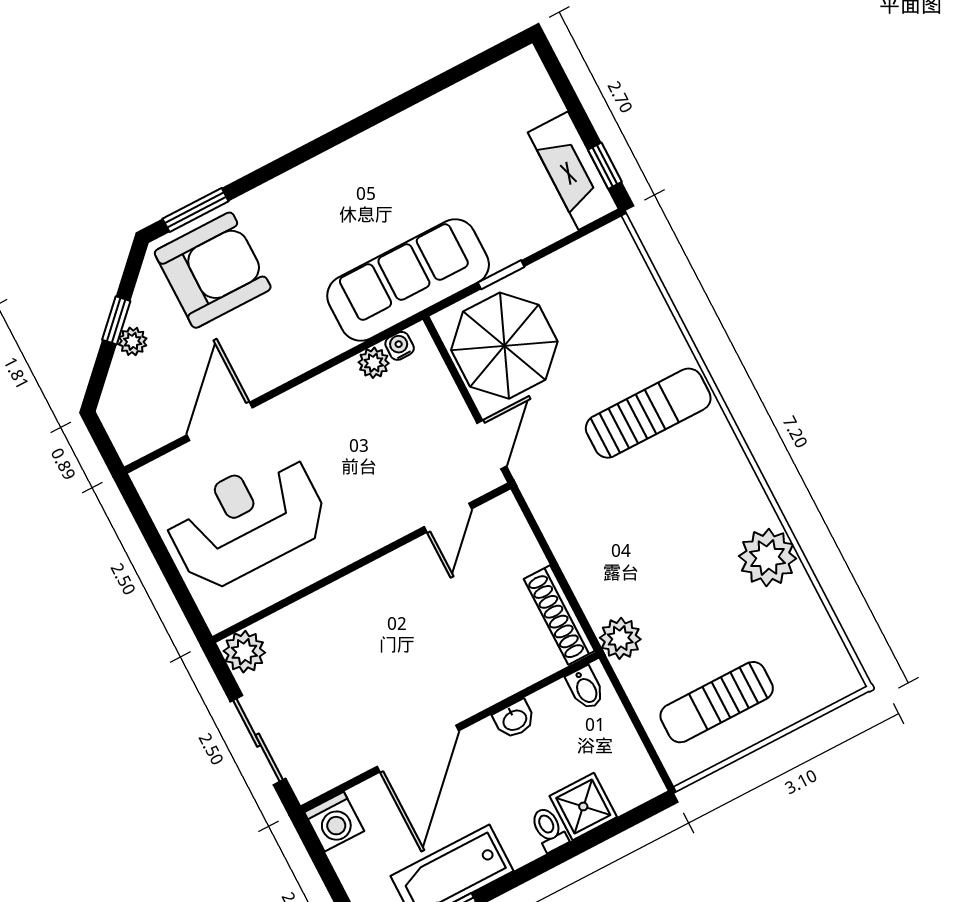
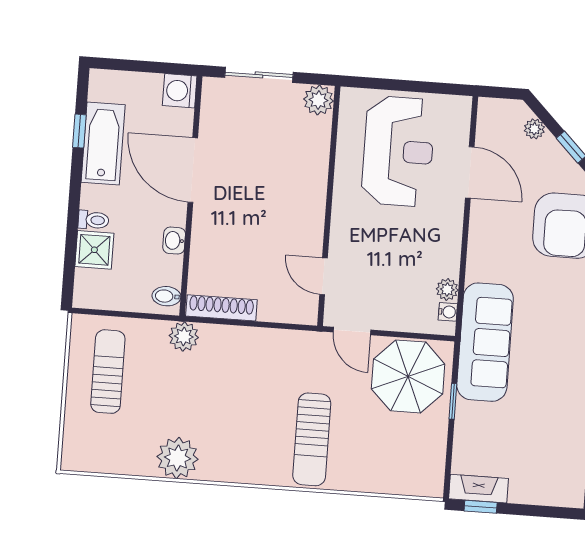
fireplace: (573, 171) -> (479, 489), width x0.73, depth x0.76
plant: (133, 341) -> (534, 129), moved

